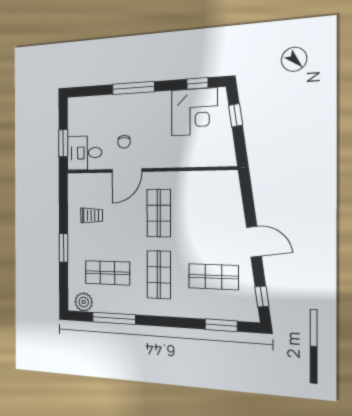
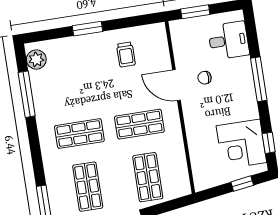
desk: (85, 153) -> (229, 41), moved, turned 90
shop shelf: (107, 273) -> (148, 177), moved

